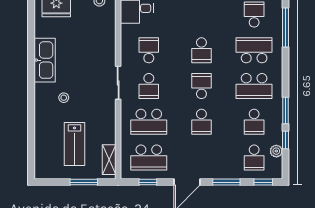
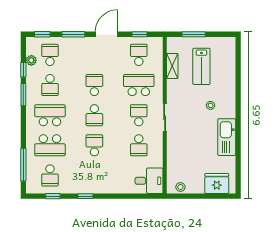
school desk: (254, 122) -> (50, 85), turned 180
lab bench: (74, 144) -> (201, 66), turned 180
school desk: (149, 158) -> (139, 55), width x0.54
shelving: (109, 160) -> (172, 66), moved

